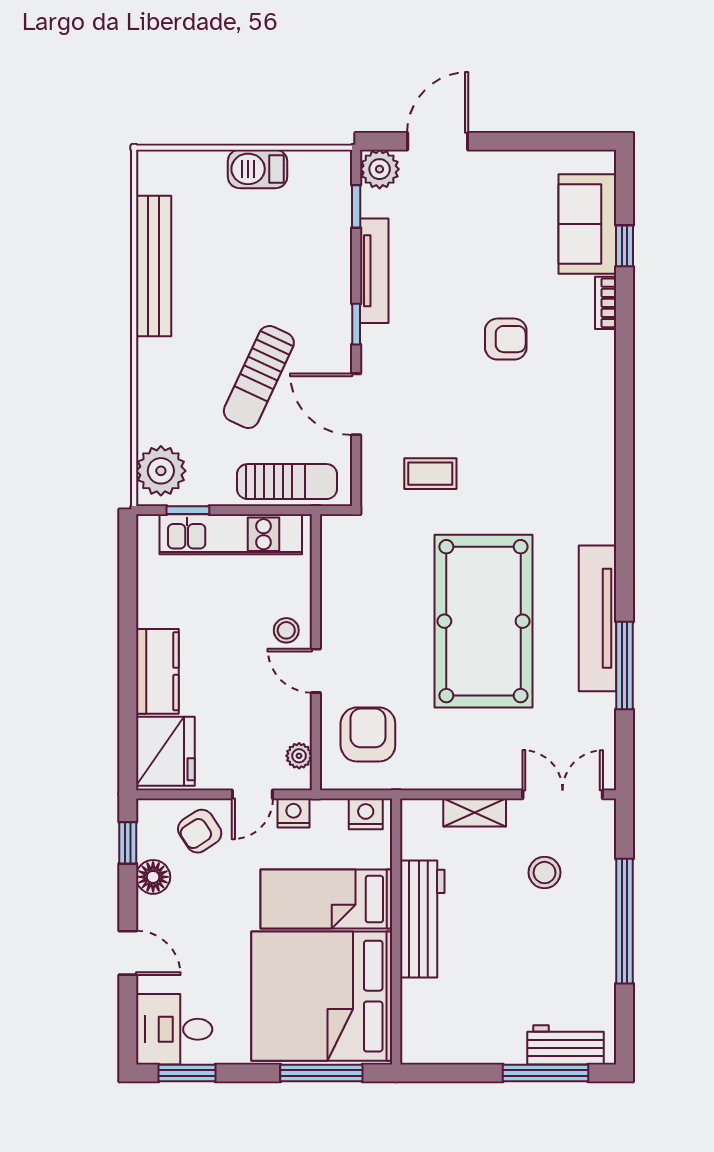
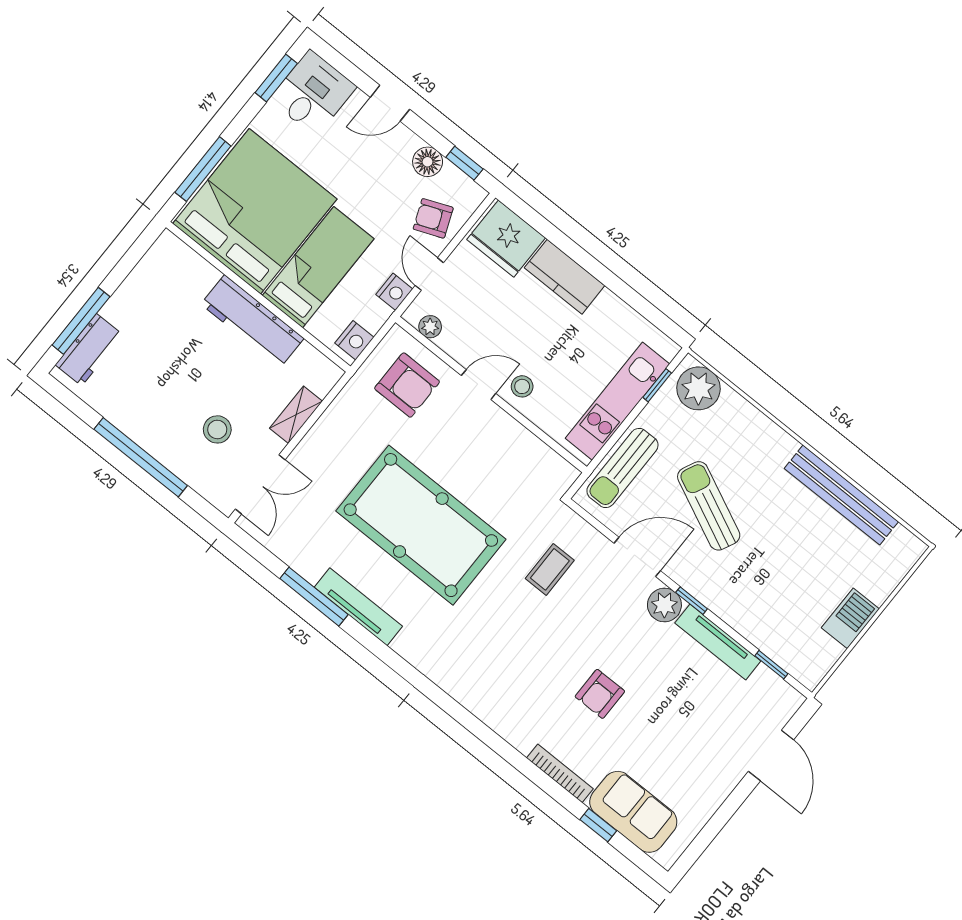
plant: (380, 169) -> (664, 605), moved
bookcase: (606, 303) -> (560, 773), width x1.56
tv unit: (598, 618) -> (358, 607), width x0.73, depth x0.78
armchair: (200, 831) -> (433, 218), turned -79

